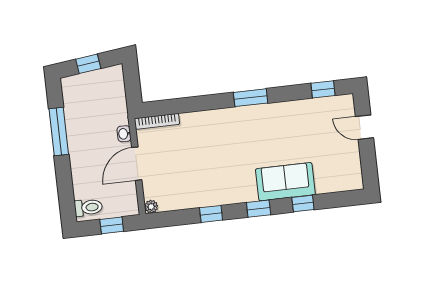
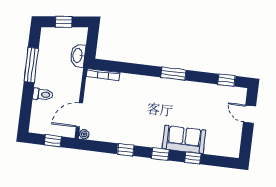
washbasin: (124, 134) -> (78, 56), moved, width x1.91, depth x1.45
door: (137, 164) -> (79, 115), moved
toilet: (88, 207) -> (43, 94), moved

